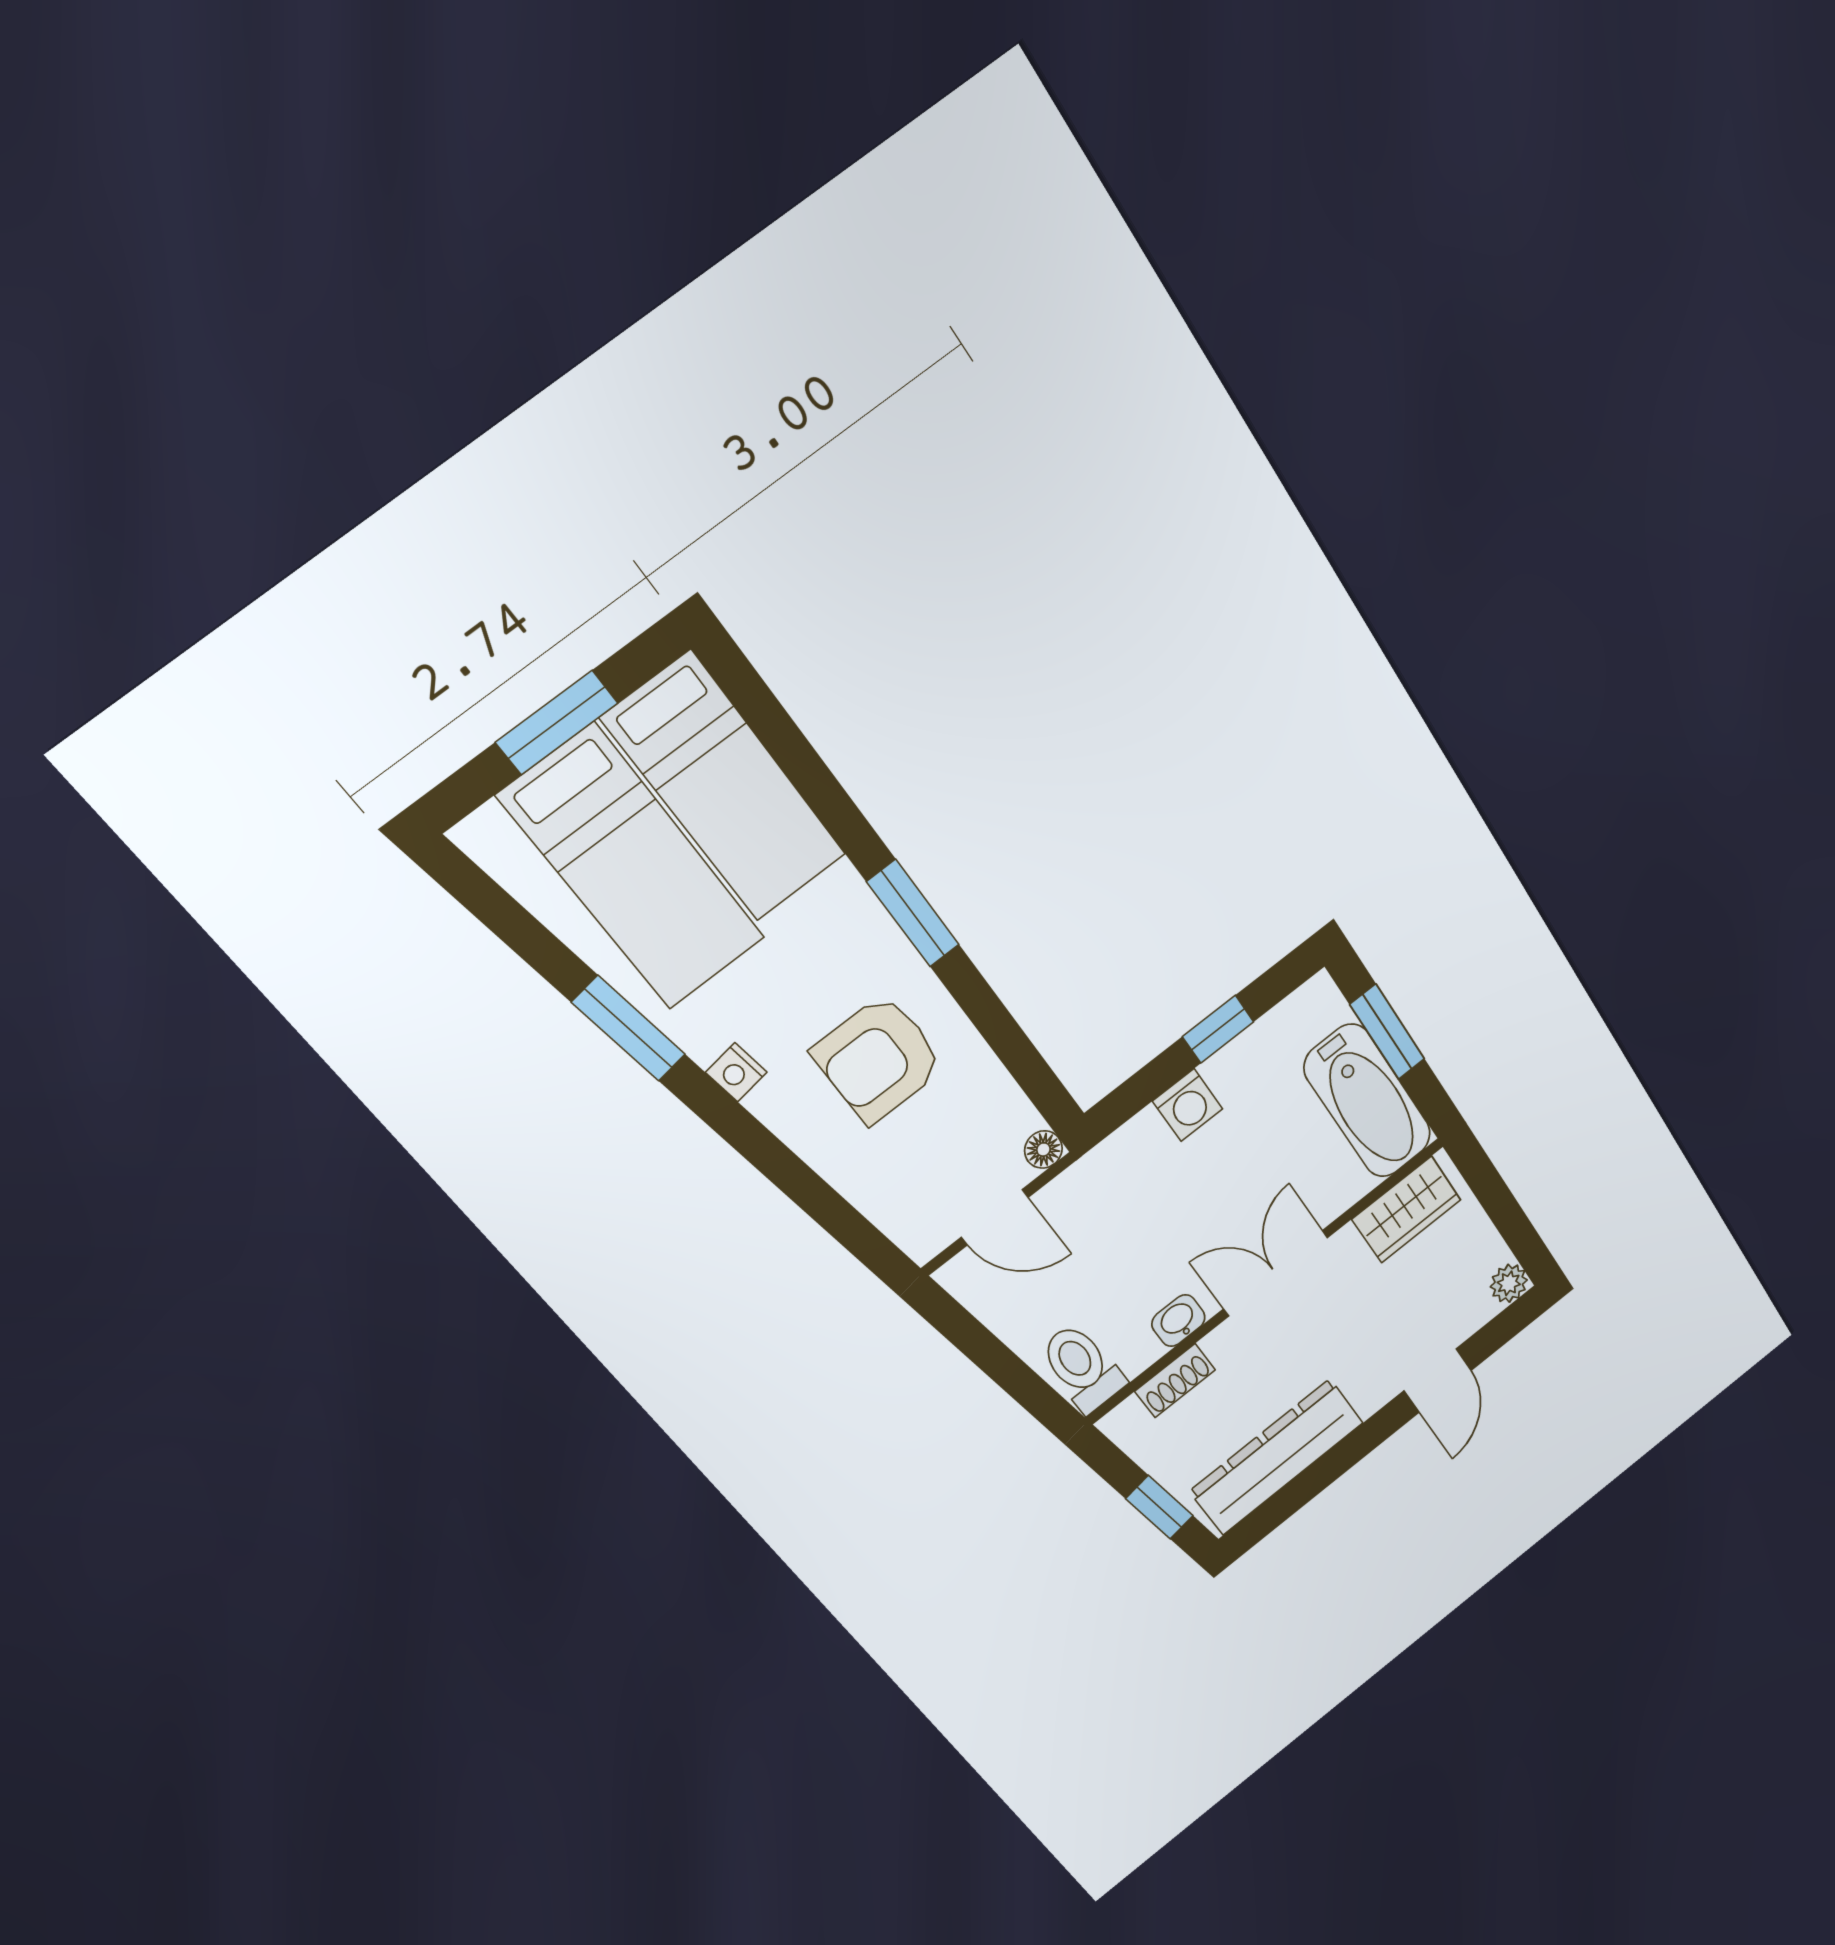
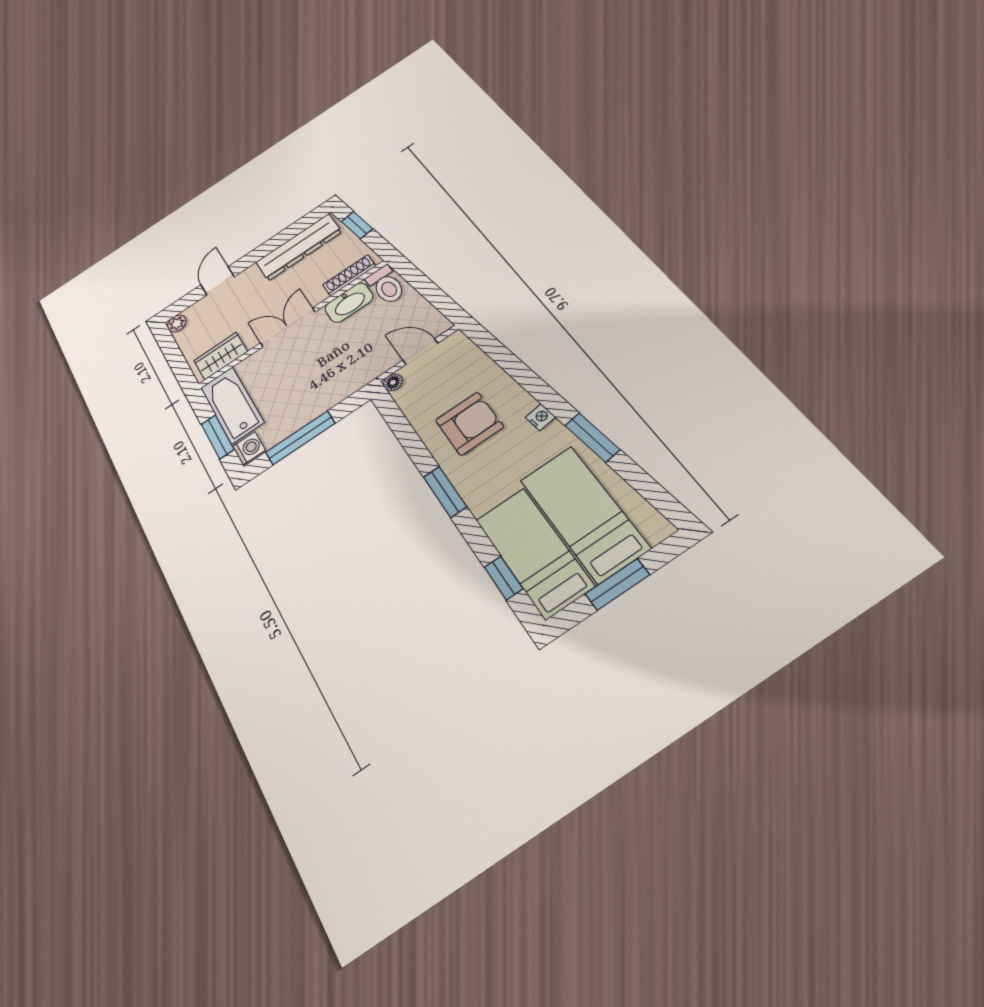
window: (780, 735) -> (504, 578), added
window: (1218, 1029) -> (300, 438), width x2.17
washing machine: (1188, 1105) -> (249, 448), moved, turned 90
double door: (1276, 1273) -> (288, 327), swing flipped
washbasin: (1178, 1321) -> (349, 303), width x1.91, depth x1.45
shoe rack: (1175, 1381) -> (349, 275), width x1.43

